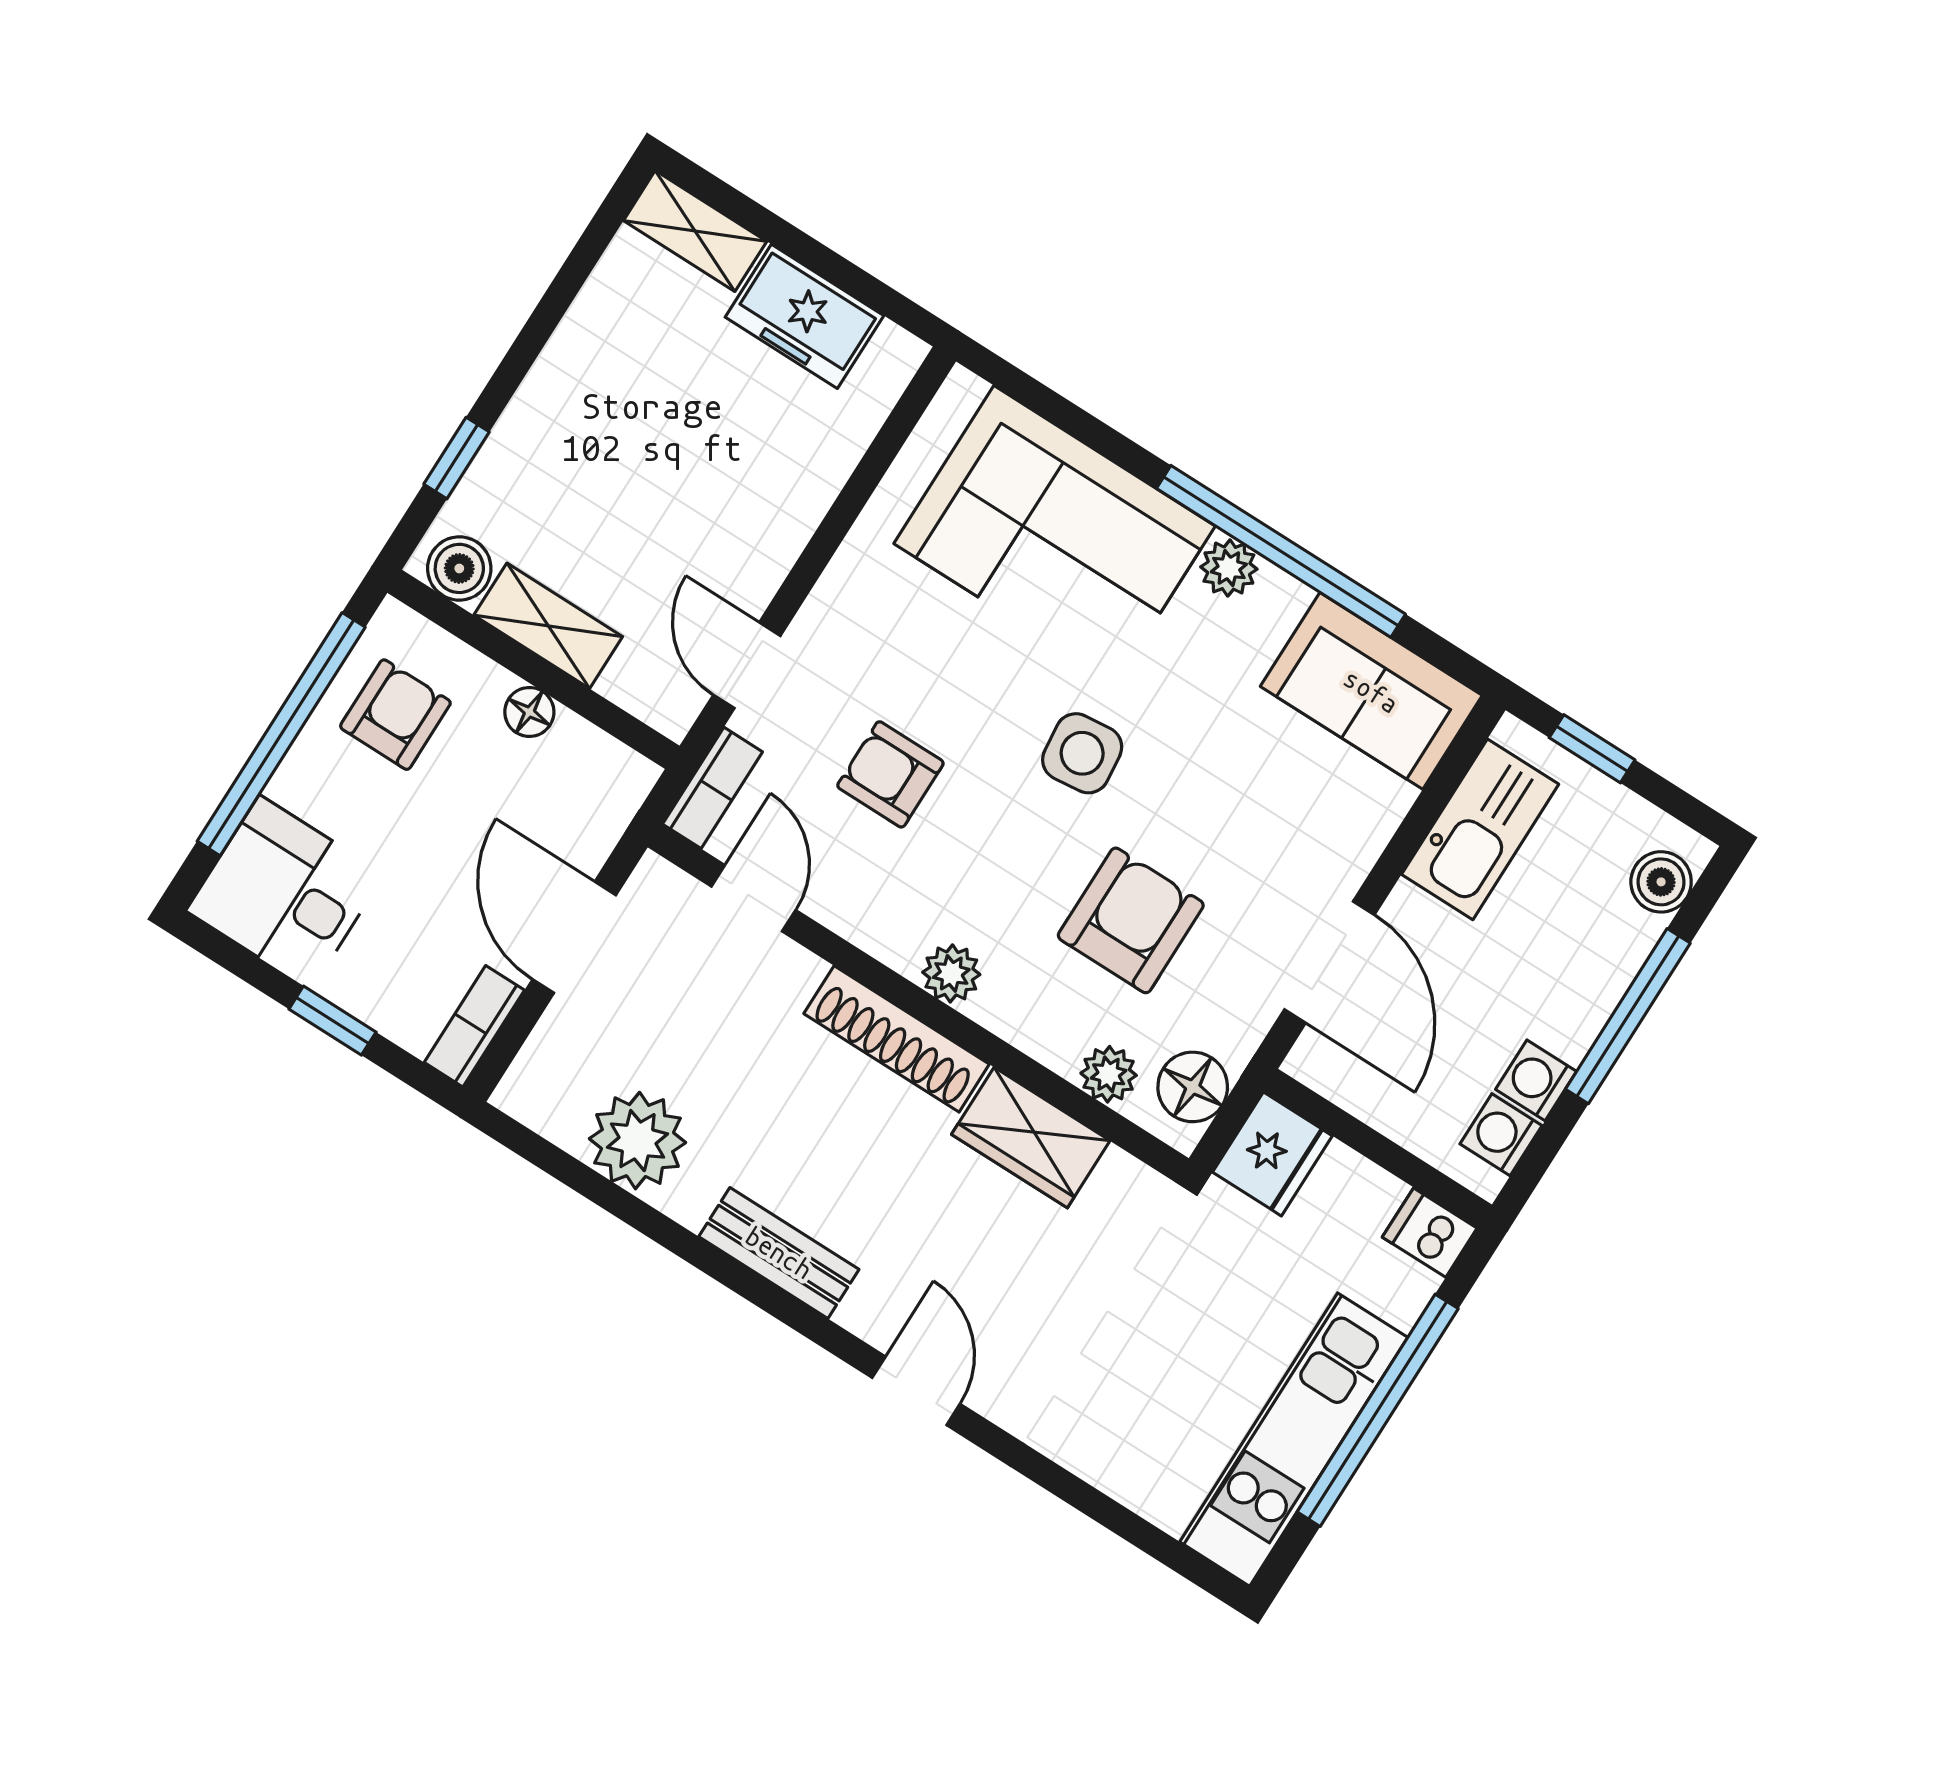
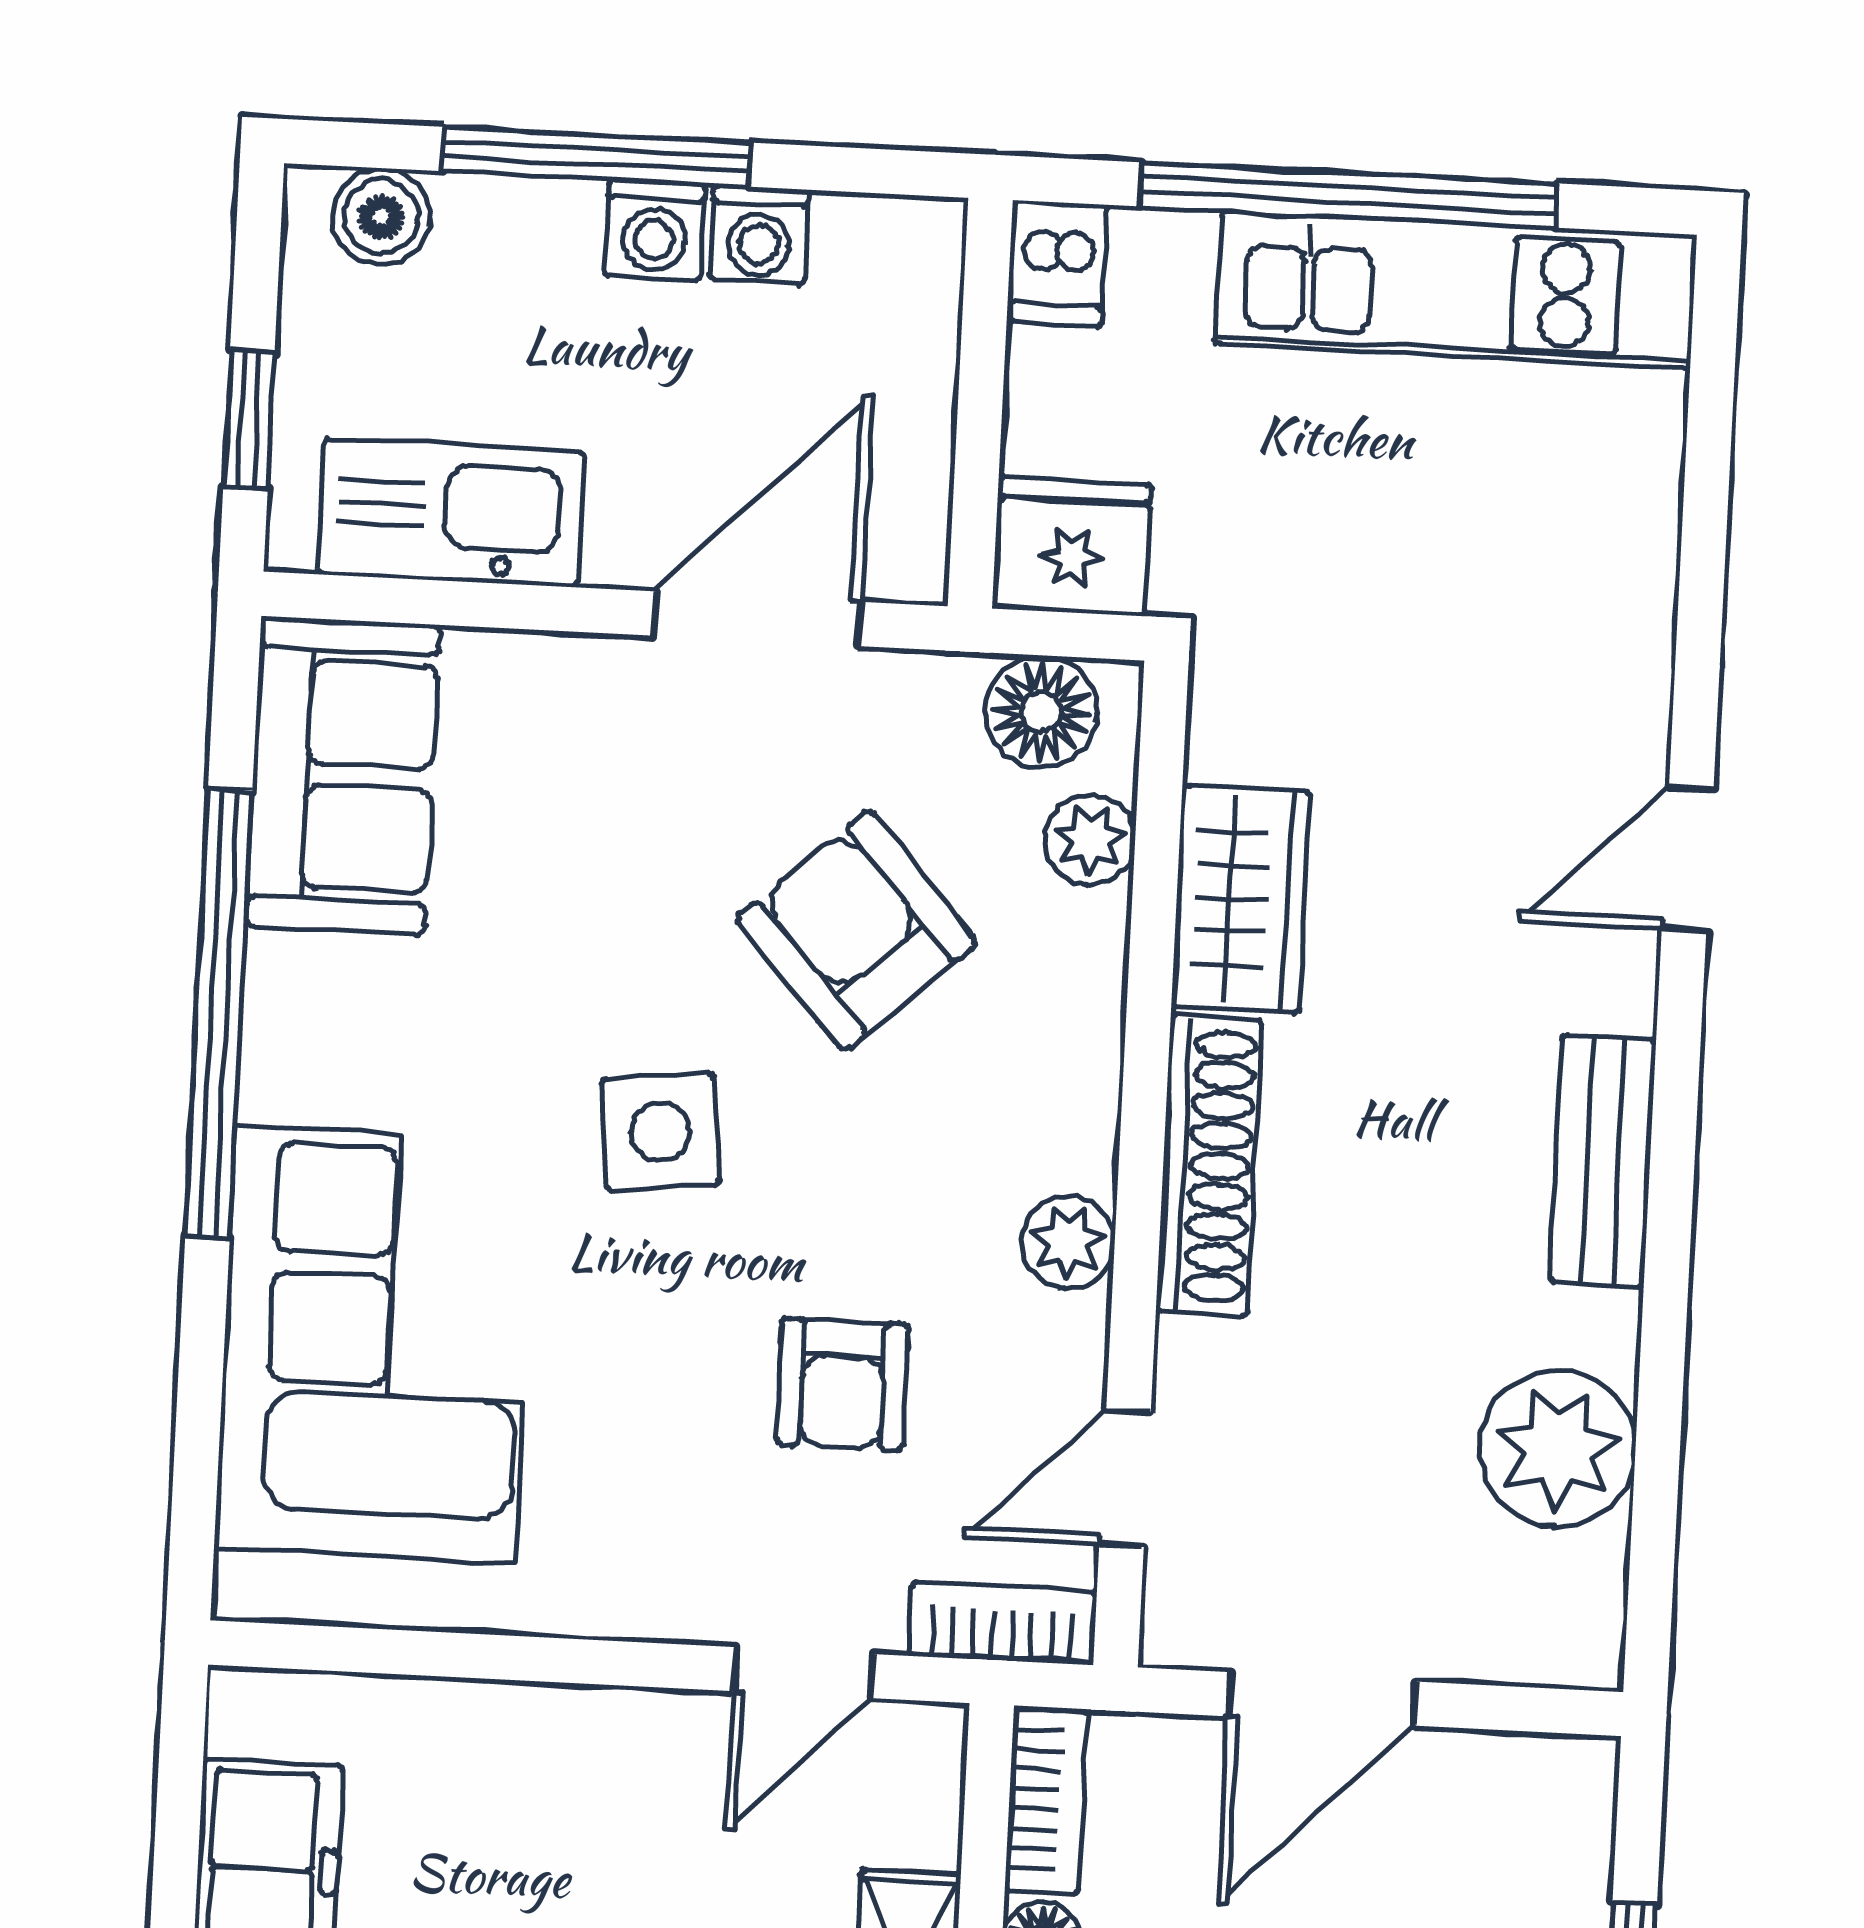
plant: (1229, 568) -> (284, 1073), removed
armchair: (1131, 920) -> (856, 931), turned 48
plant: (951, 973) -> (1068, 1242), moved
bookcase: (474, 1026) -> (1046, 1800), moved, turned -90
washing machine: (1501, 1135) -> (655, 230), moved

